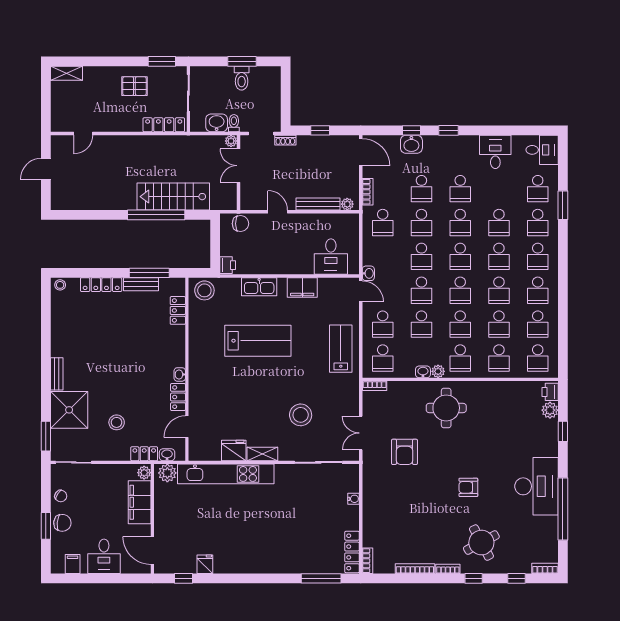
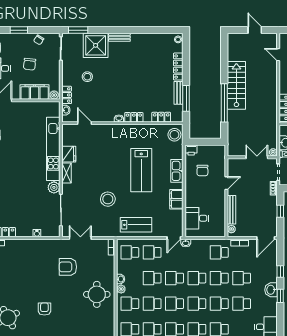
washbasin: (411, 144) -> (271, 290), moved
stairs: (173, 197) -> (236, 85), moved
chair: (240, 224) -> (202, 170), moved
locker: (178, 397) -> (134, 117), moved
stool: (301, 415) -> (108, 199), moved
plant: (167, 473) -> (54, 187), moved
chair: (62, 523) -> (30, 64), moved

